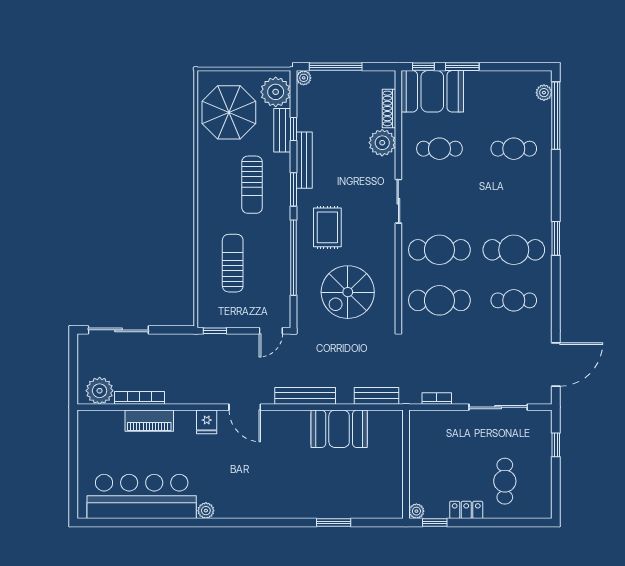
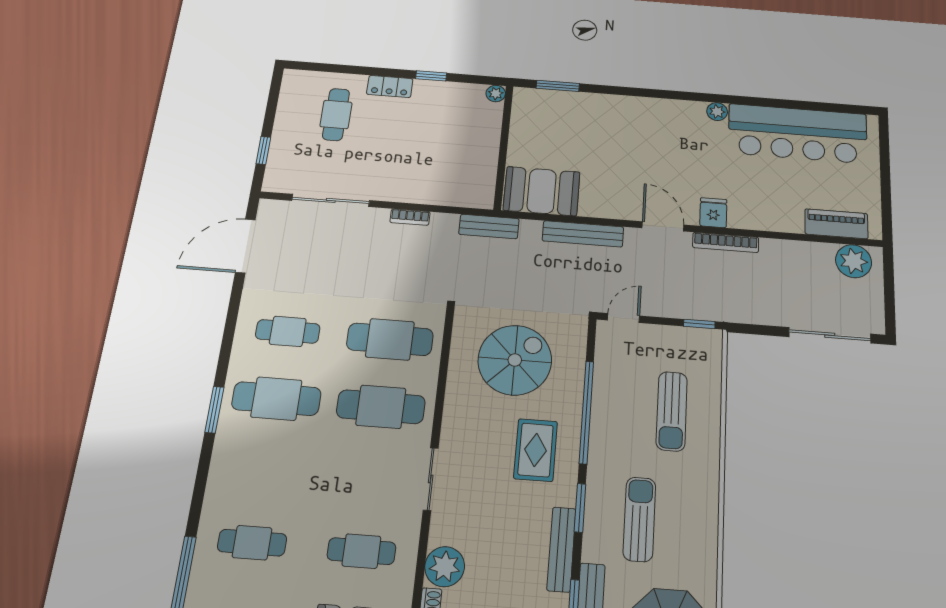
bookcase: (140, 398) -> (726, 242), moved
piano: (149, 421) -> (836, 224), moved
wall: (406, 464) -> (503, 147), moved
plant: (416, 511) -> (496, 94), moved

